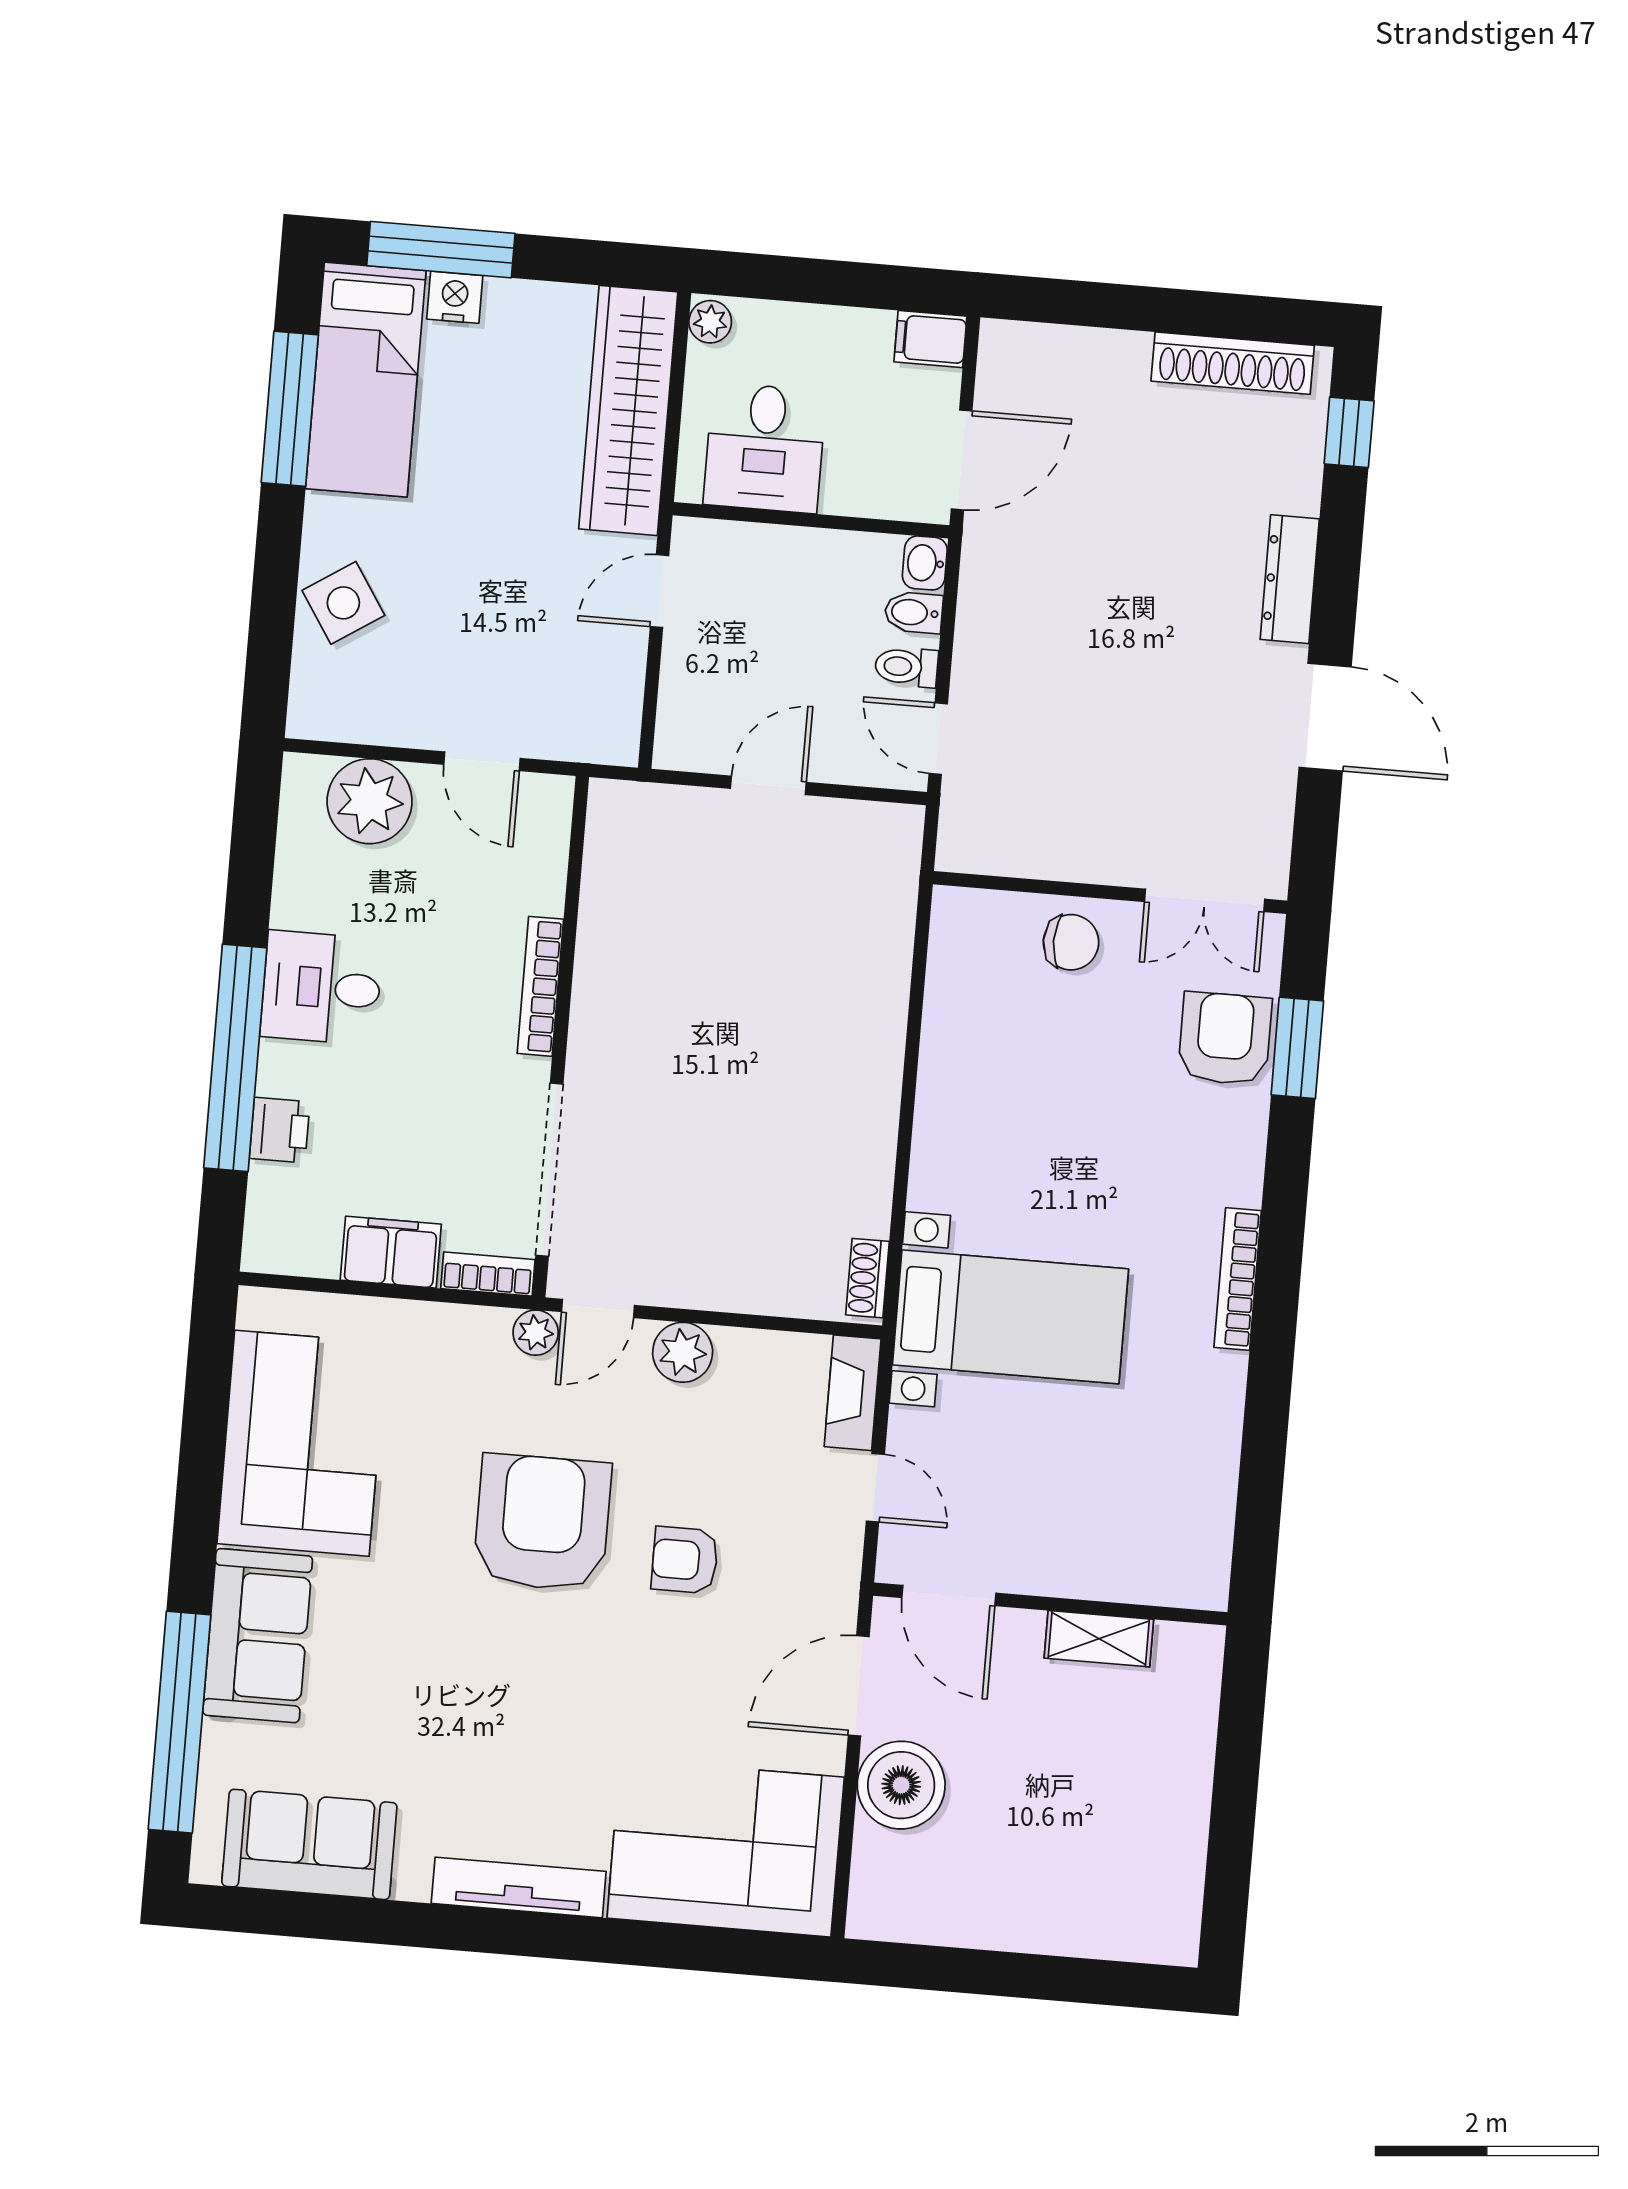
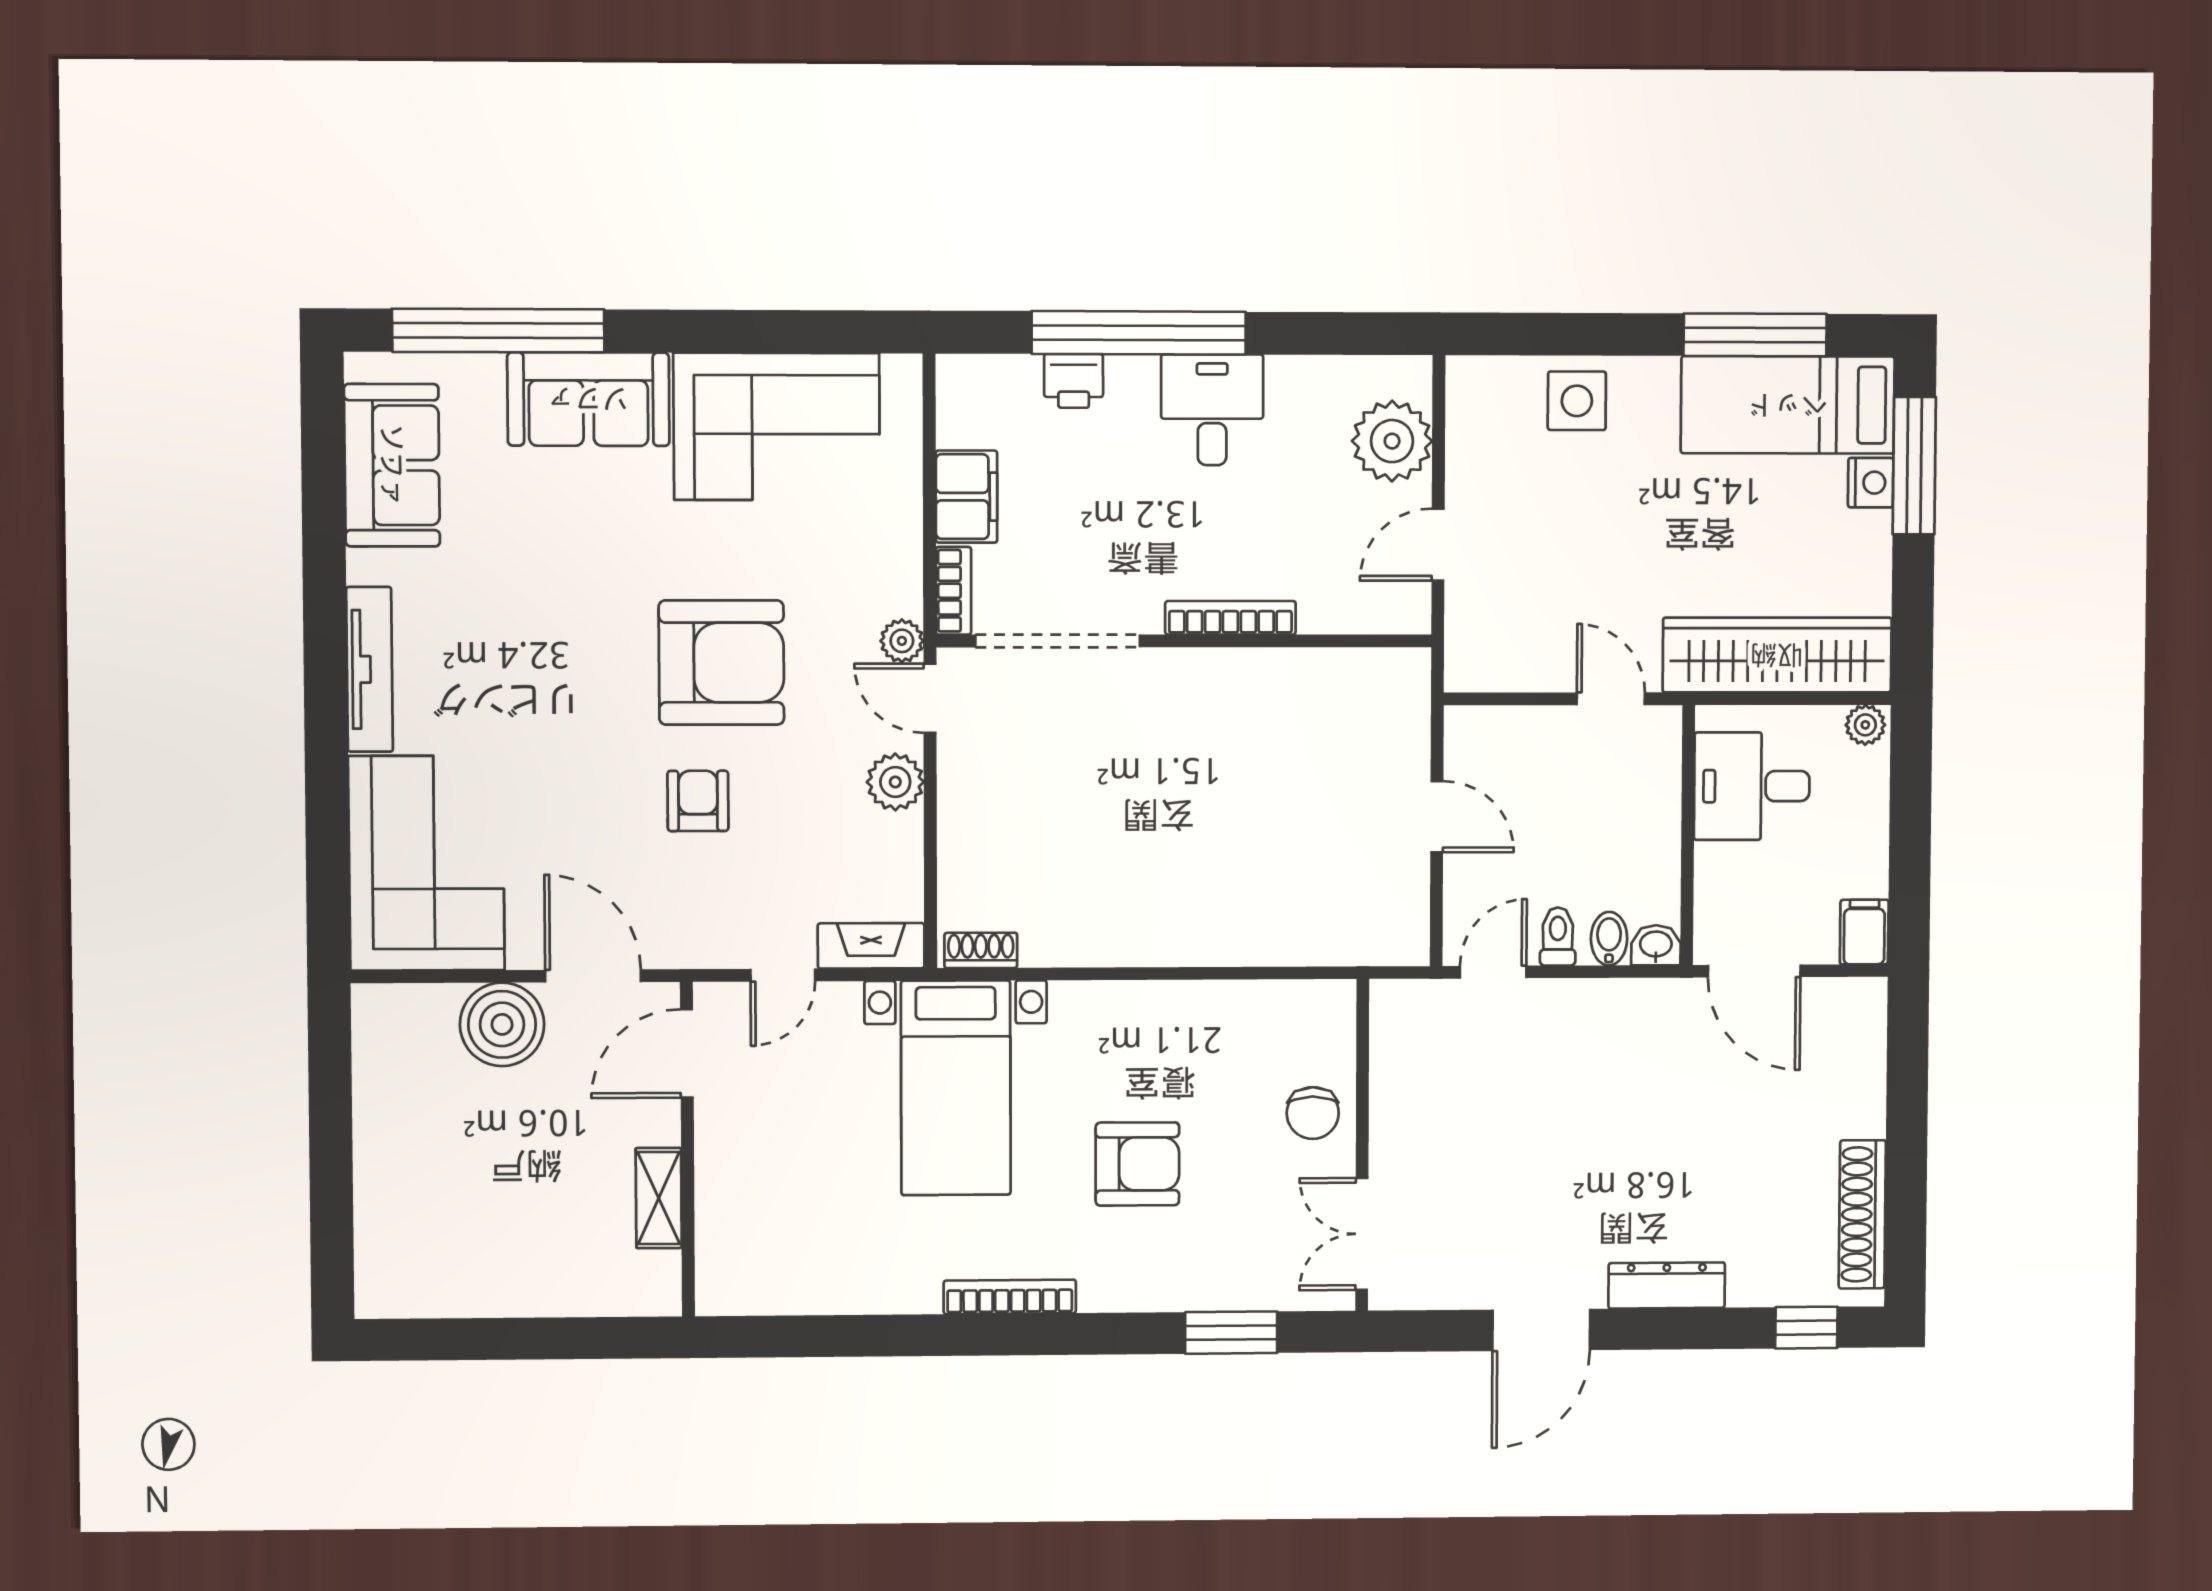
side table: (343, 603) -> (1577, 401), turned 33
armchair: (1225, 1039) -> (1137, 1164), moved

